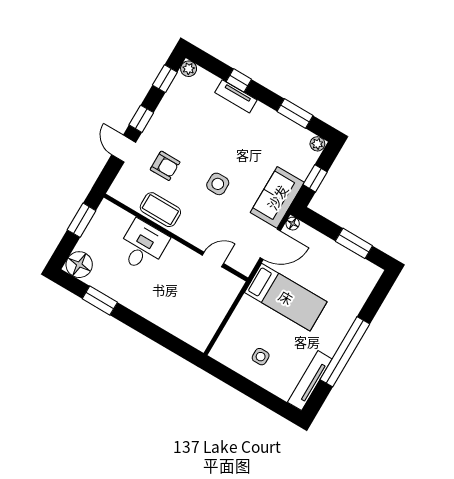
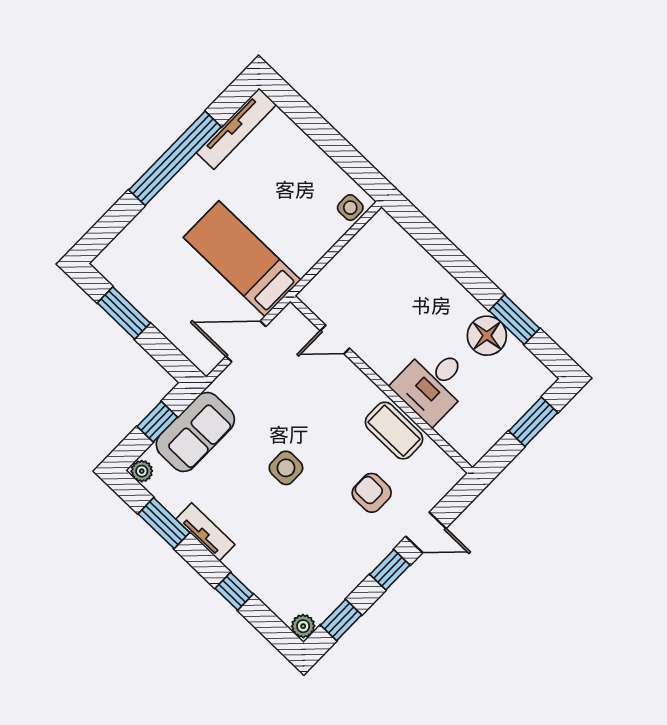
tv unit: (236, 96) -> (205, 532), moved
door: (124, 149) -> (426, 532), hinge flipped
side table: (218, 184) -> (286, 468), moved
sofa: (277, 197) -> (195, 432), moved
window: (82, 220) -> (533, 422), moved
floor lamp: (293, 224) -> (206, 364), removed
floor lamp: (79, 265) -> (487, 336), moved
side table: (261, 357) -> (350, 208), moved

